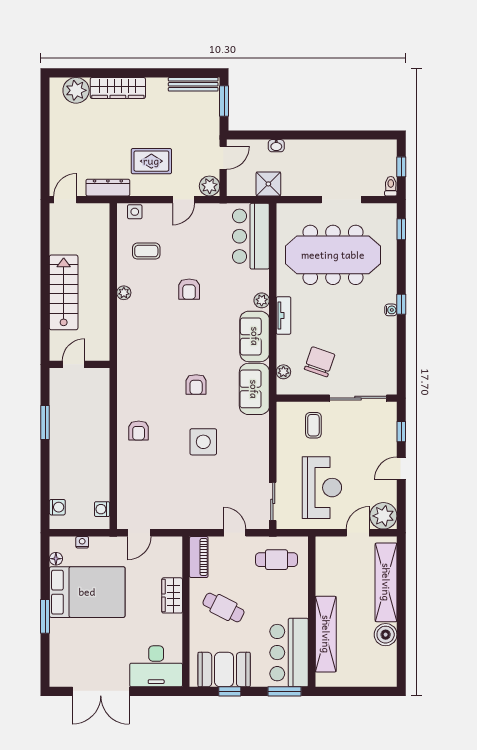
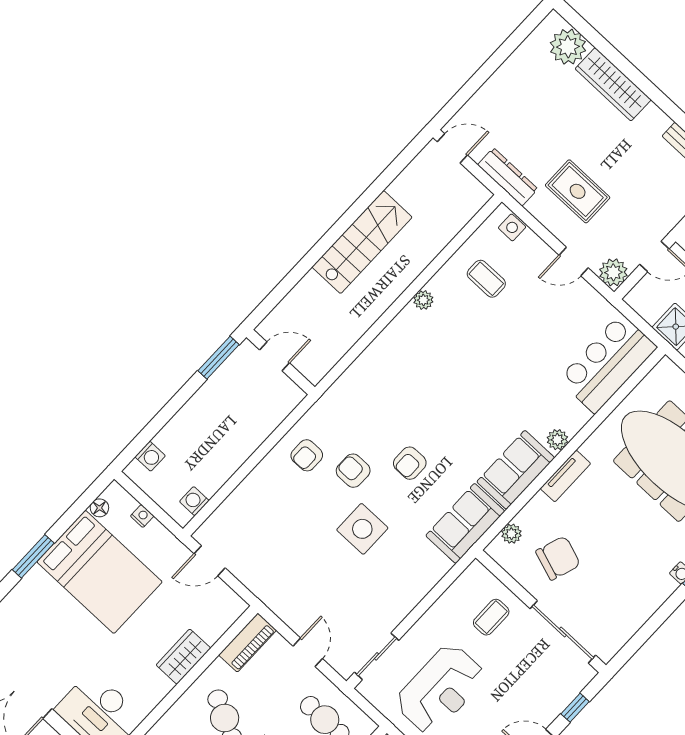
armchair: (189, 289) -> (353, 471), moved, turned 90
door: (74, 364) -> (275, 356), moved
wall: (80, 364) -> (281, 362), moved

